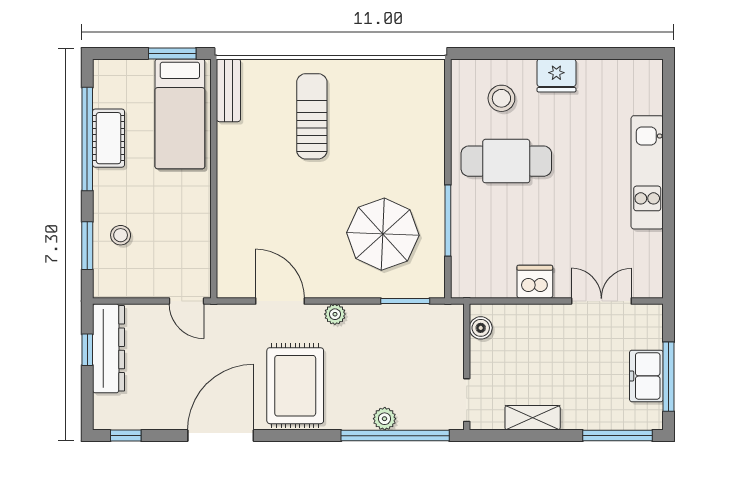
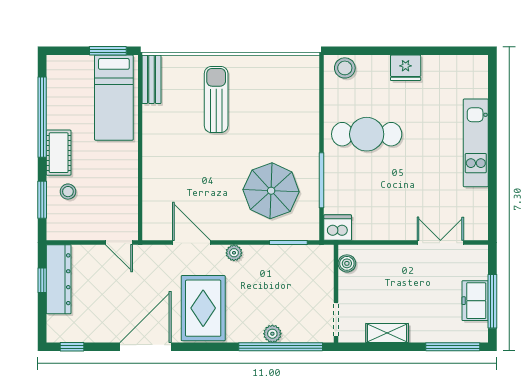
stool: (501, 98) -> (345, 68), moved
cot: (109, 138) -> (59, 153), moved
dishwasher: (535, 282) -> (338, 228), moved

